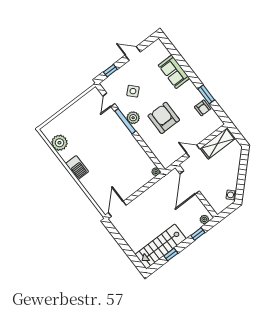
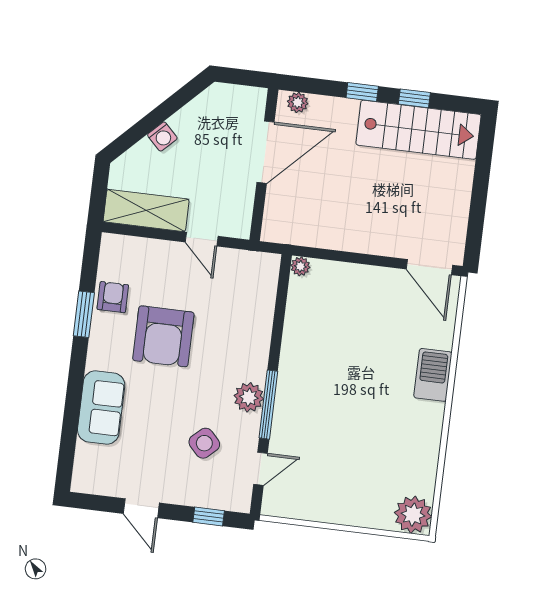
armchair: (164, 118) -> (163, 336), moved
plant: (59, 143) -> (413, 515), moved
barbecue: (77, 168) -> (433, 375), moved
door: (190, 182) -> (265, 152), moved
washing machine: (231, 195) -> (162, 136), moved
door: (117, 209) -> (429, 267), hinge flipped
window: (198, 234) -> (362, 92), moved

